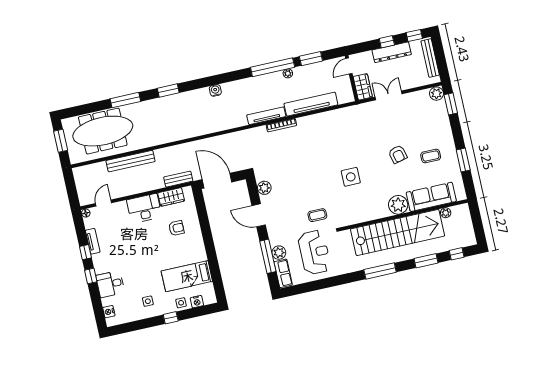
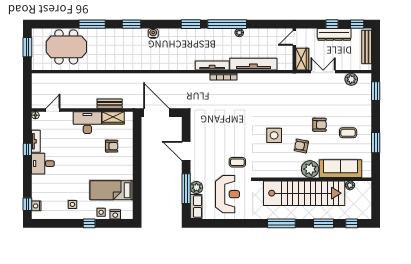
window: (311, 59) -> (191, 24), moved
water cooler: (215, 90) -> (153, 33), moved
plant: (436, 94) -> (351, 79), moved
meeting table: (103, 131) -> (66, 47), width x0.73
armchair: (398, 154) -> (320, 125), turned -76
bench: (131, 161) -> (85, 79), removed
bench: (178, 179) -> (110, 104), moved
armchair: (383, 182) -> (301, 146), added
plant: (264, 188) -> (196, 128), removed
window: (91, 276) -> (27, 204), moved
desk: (110, 284) -> (43, 164), moved

